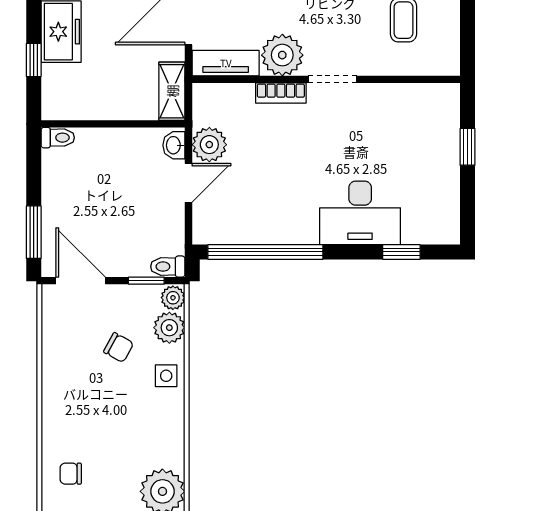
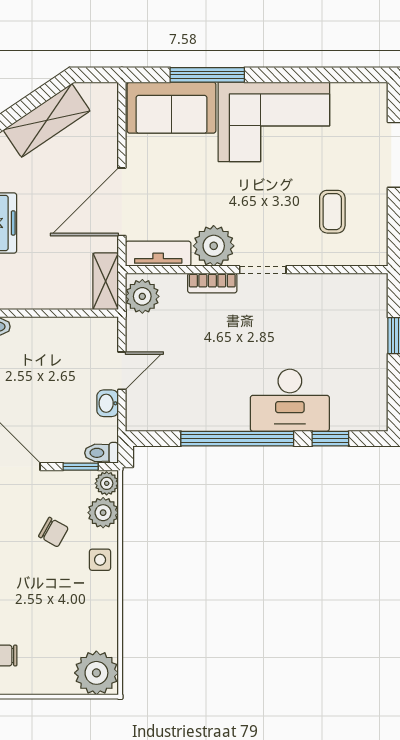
washbasin: (174, 145) -> (108, 403), moved
plant: (209, 145) -> (142, 296), moved
window: (265, 252) -> (237, 439), moved

